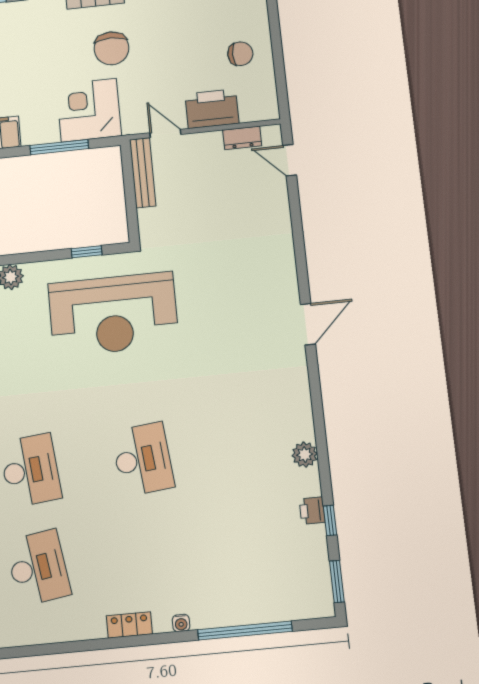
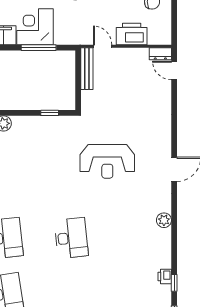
corner desk: (89, 110) -> (35, 27), moved
dresser: (242, 138) -> (160, 54), moved
reception desk: (113, 314) -> (107, 161), moved, width x0.74, depth x0.77
plant: (305, 455) -> (164, 220), moved

